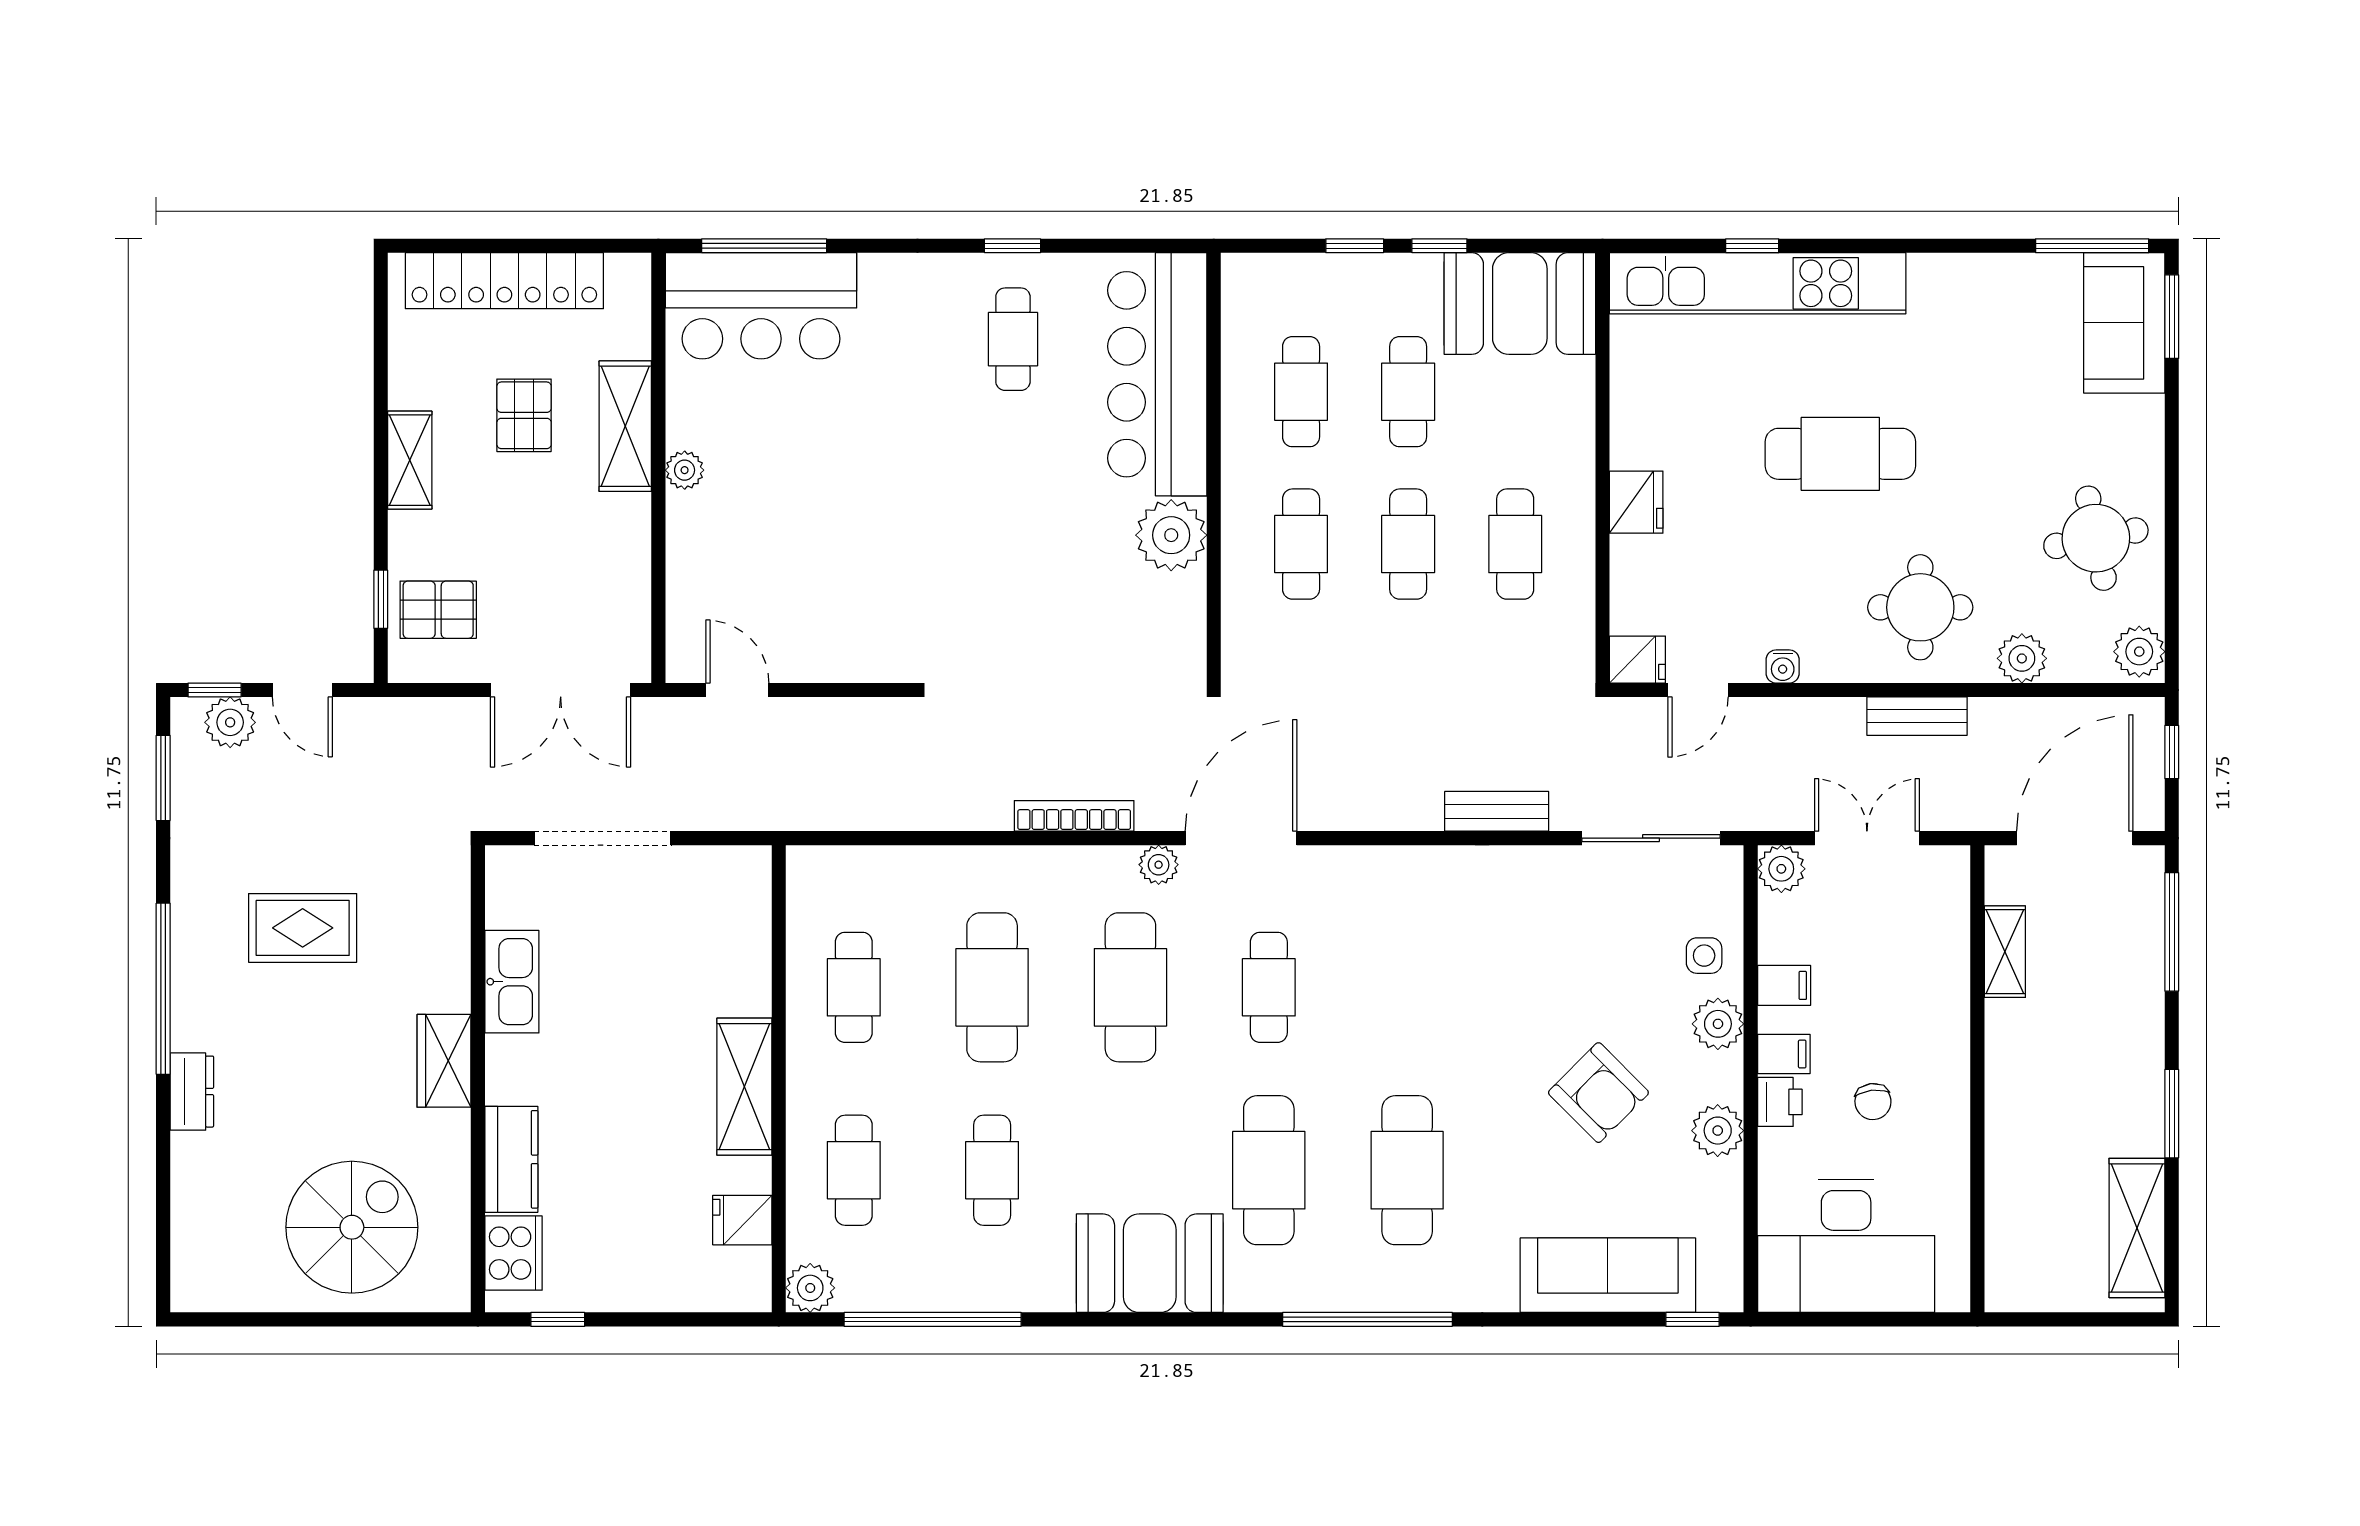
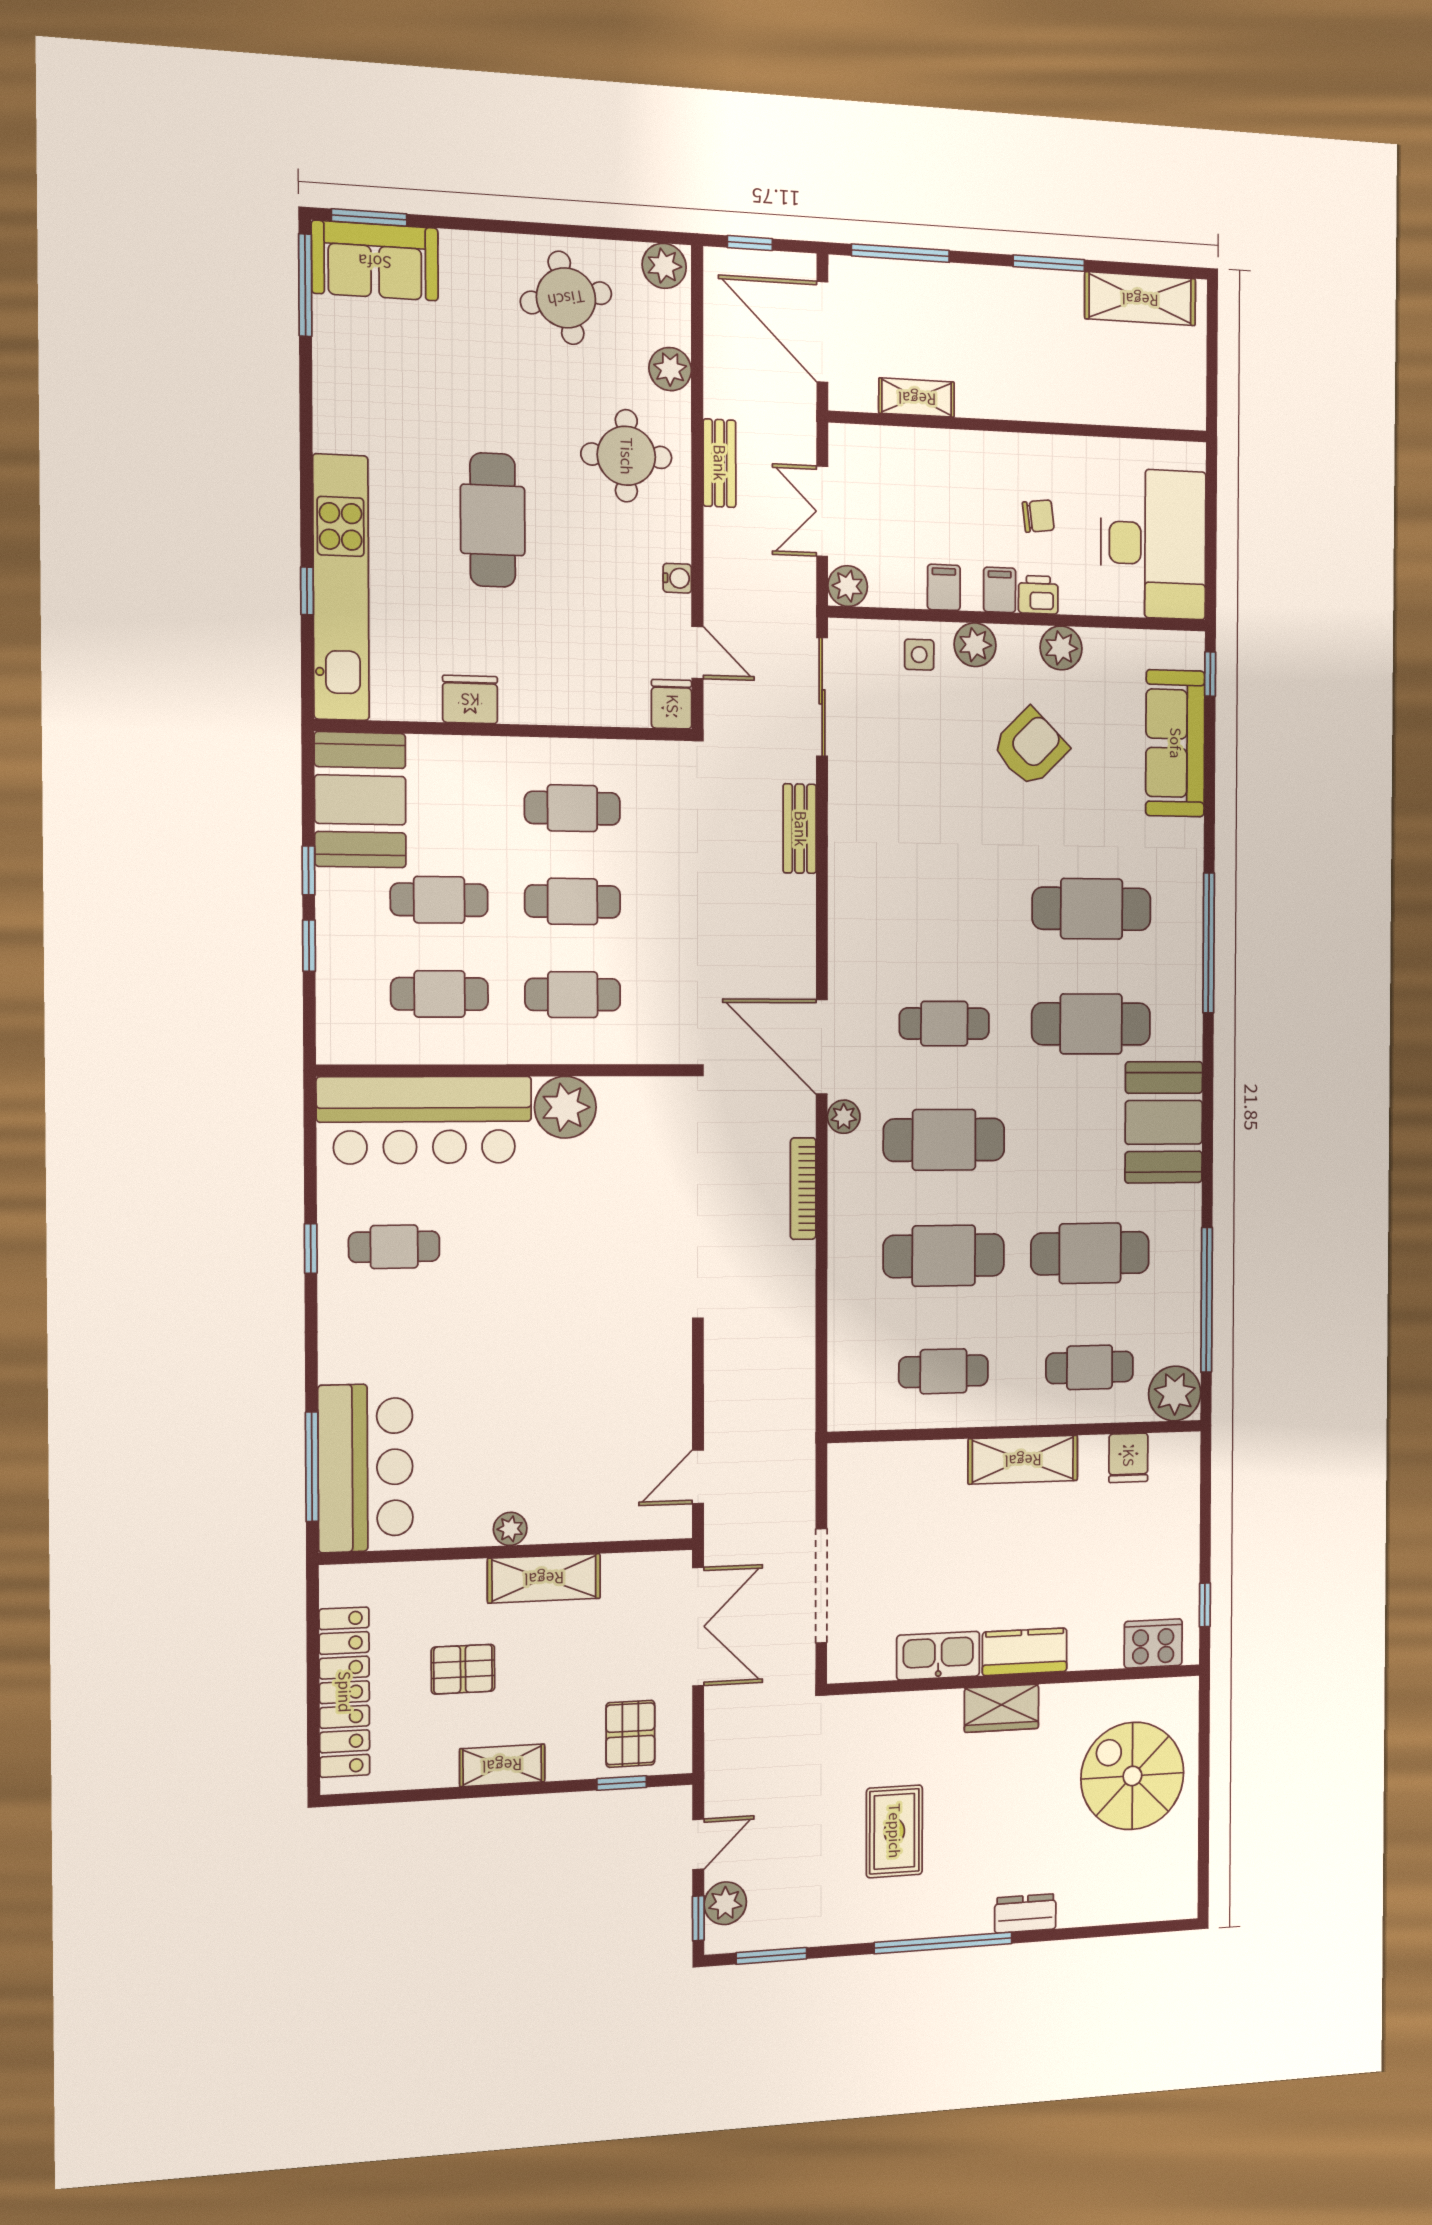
shelving: (625, 426) -> (544, 1578), moved
fridge: (1636, 502) -> (470, 699), moved
kitchen counter: (511, 1159) -> (1025, 1652), moved
cafe table: (992, 1170) -> (1090, 1253), width x1.37, depth x1.35
plant: (810, 1288) -> (1175, 1393), width x1.36, depth x1.36

